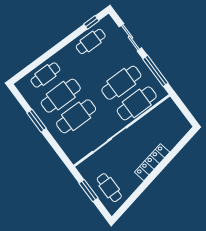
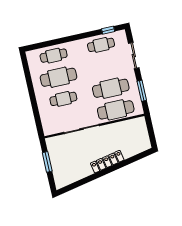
window: (155, 71) -> (142, 91), width x0.69
cafe table: (76, 116) -> (63, 99), width x0.73, depth x0.74
window: (37, 121) -> (31, 89), removed
cafe table: (109, 188) -> (65, 167), removed

